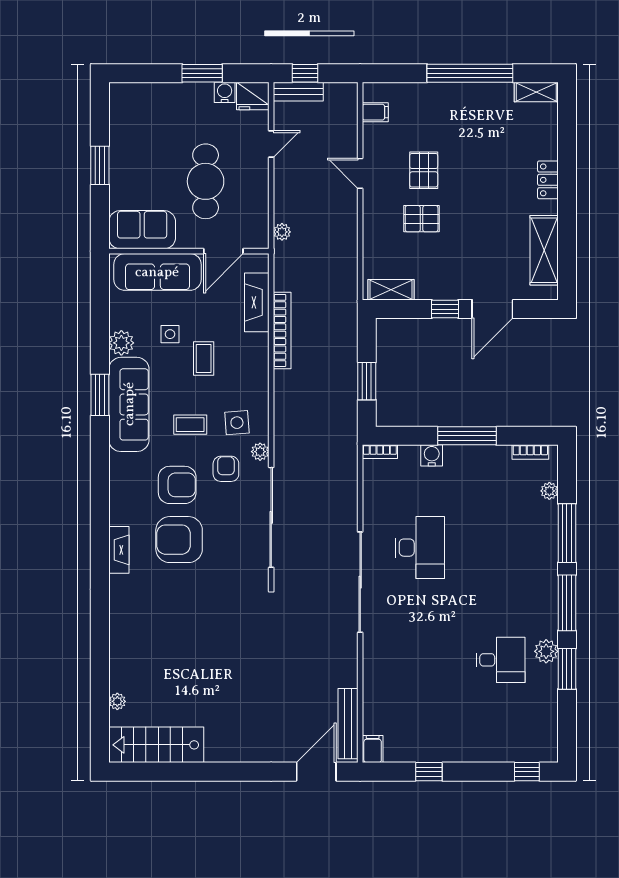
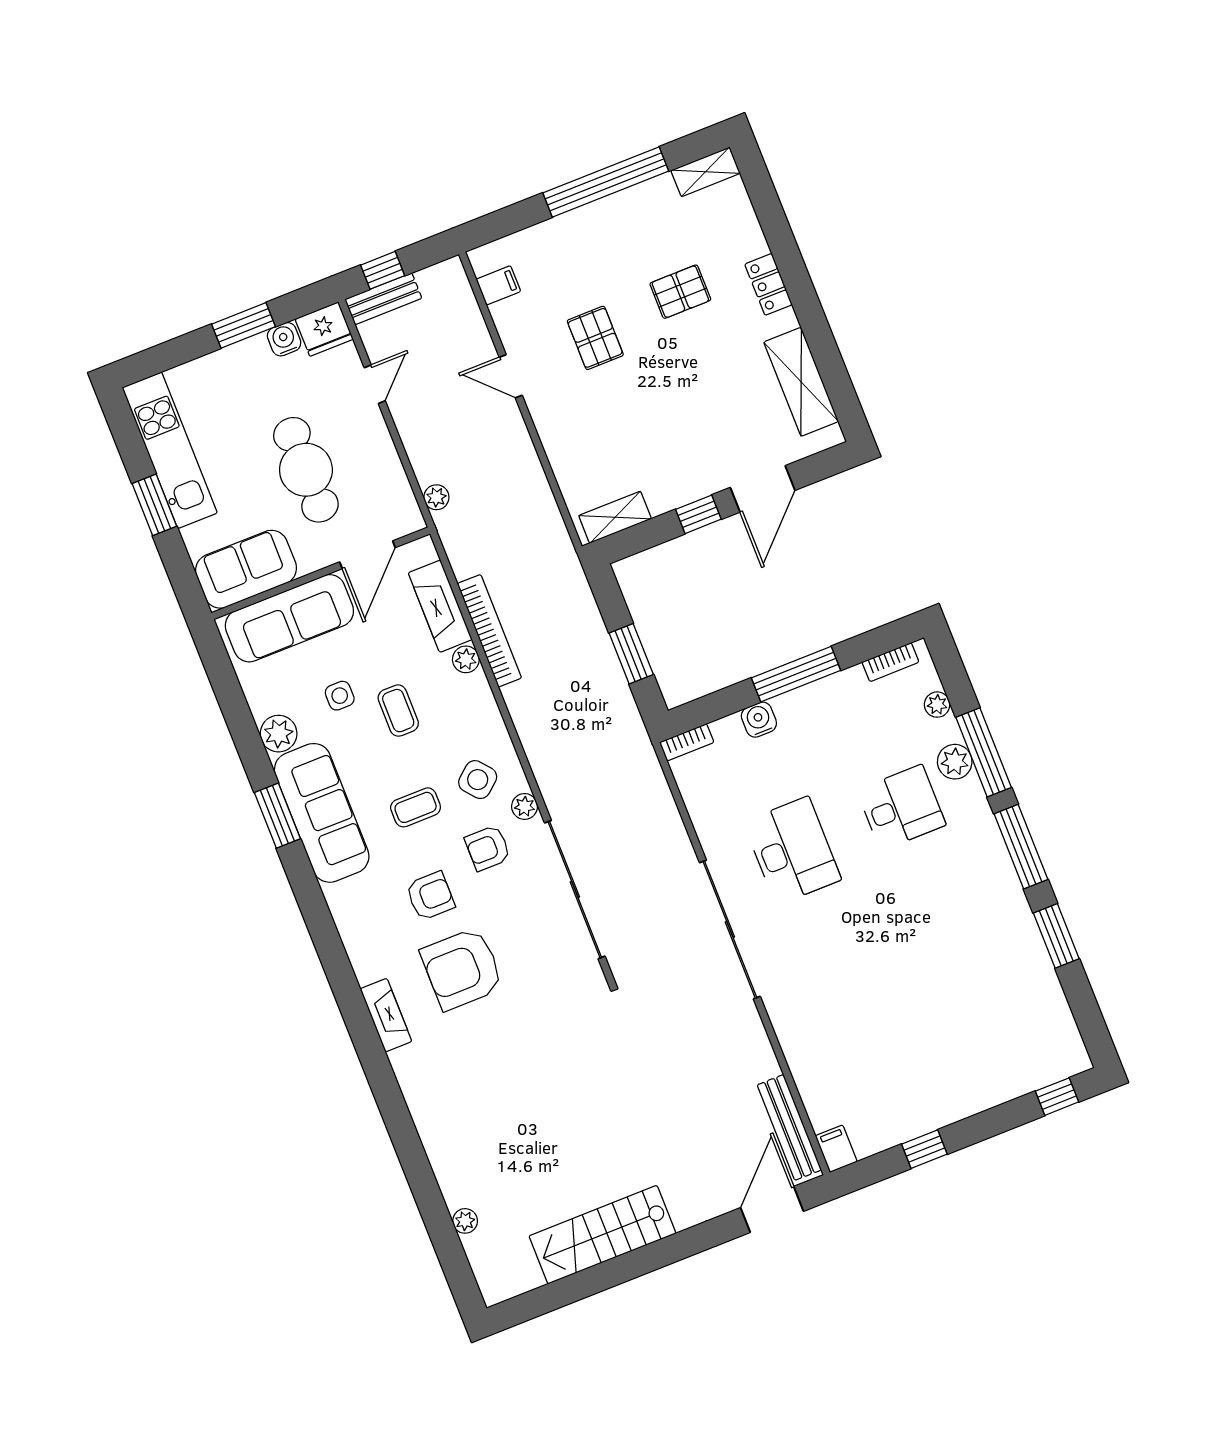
kitchen unit: (123, 134) -> (170, 450), added
pallet: (422, 219) -> (680, 292), moved
plant: (260, 343) -> (466, 659), added
side table: (237, 423) -> (478, 780), turned -36
armchair: (226, 469) -> (488, 848), turned -90
armchair: (177, 485) -> (430, 896), width x0.72, depth x0.72
plant: (546, 651) -> (955, 762), moved
desk: (500, 660) -> (901, 807), moved
stairs: (156, 745) -> (602, 1235), moved

